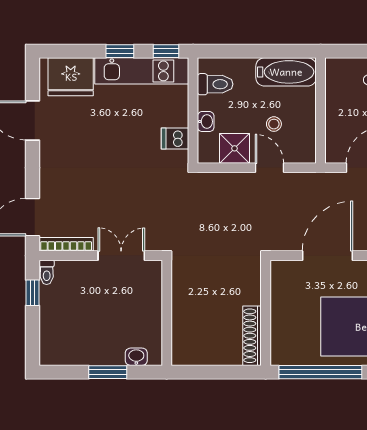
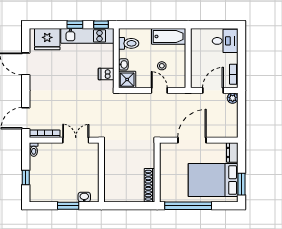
shower: (235, 148) -> (127, 80), moved
window: (33, 293) -> (26, 177), moved

